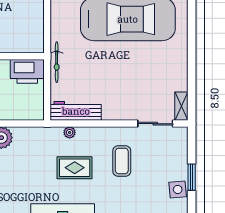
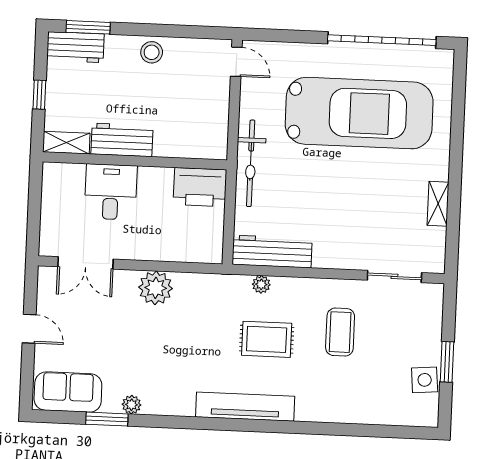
bicycle: (57, 62) -> (251, 163), width x1.37, depth x1.40
shelving: (181, 106) -> (438, 204), moved

